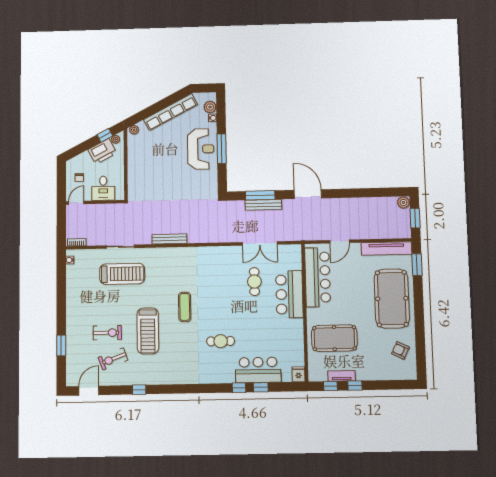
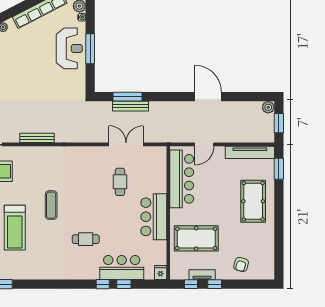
door: (308, 194) -> (208, 97), moved
double door: (260, 243) -> (126, 144), swing flipped
bar counter: (289, 294) -> (154, 217), moved
pool table: (392, 298) -> (253, 201), width x0.73, depth x0.76
armchair: (400, 350) -> (241, 264), moved, turned -101

